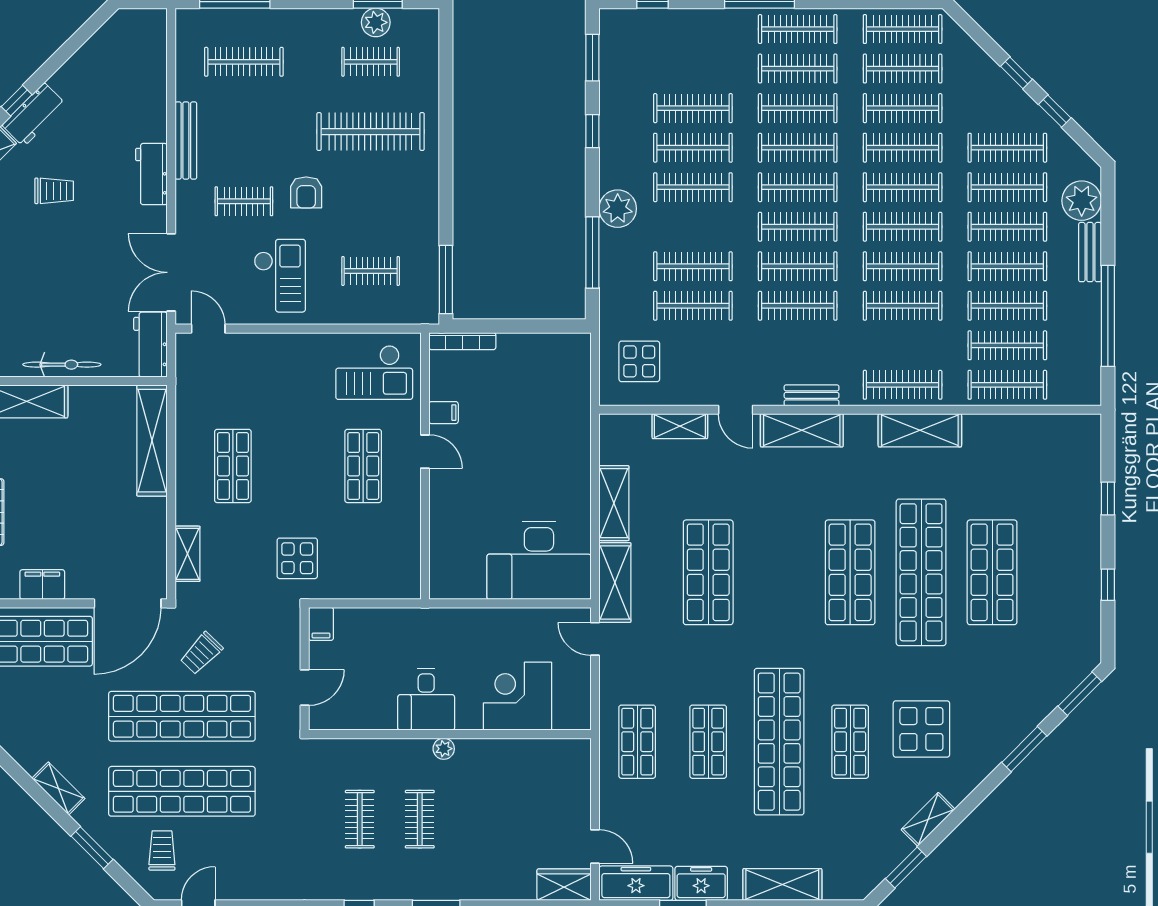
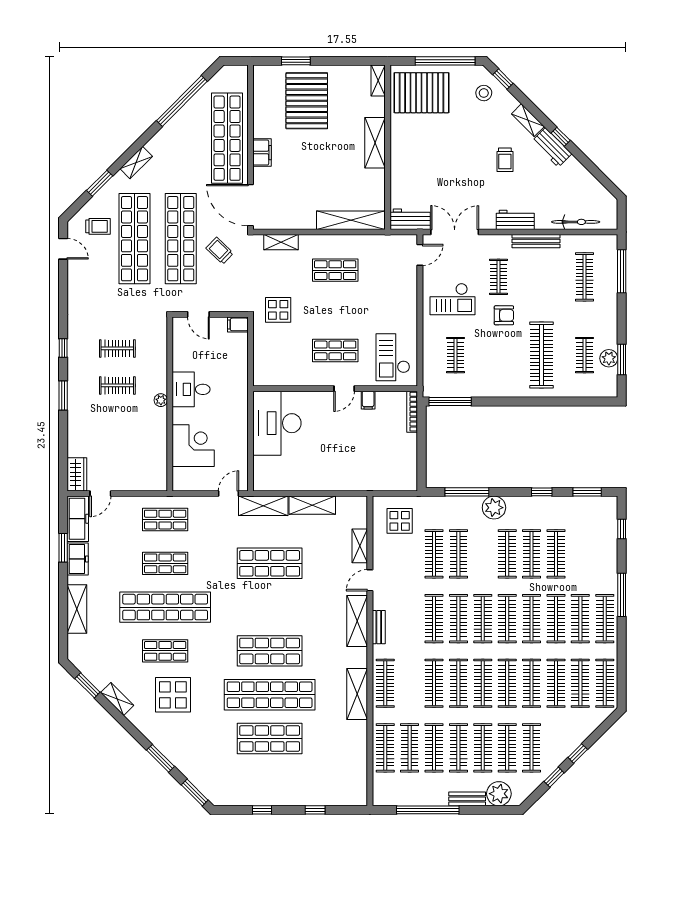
armchair: (306, 192) -> (504, 315), turned 180
bicycle: (62, 365) -> (576, 222), moved, turned -90
desk: (539, 560) -> (277, 423), moved

